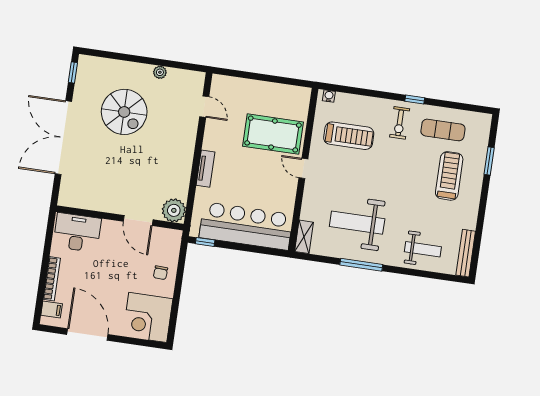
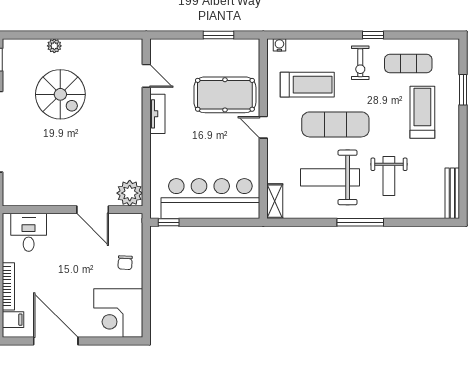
plant: (160, 72) -> (54, 46), moved
window: (275, 79) -> (218, 35), added
tv unit: (206, 169) -> (157, 114), moved
exercise mat: (369, 175) -> (335, 124), added
desk: (77, 233) -> (29, 232), width x0.73
weight bench: (423, 249) -> (389, 176), moved, turned 90
window: (361, 265) -> (360, 222), moved

